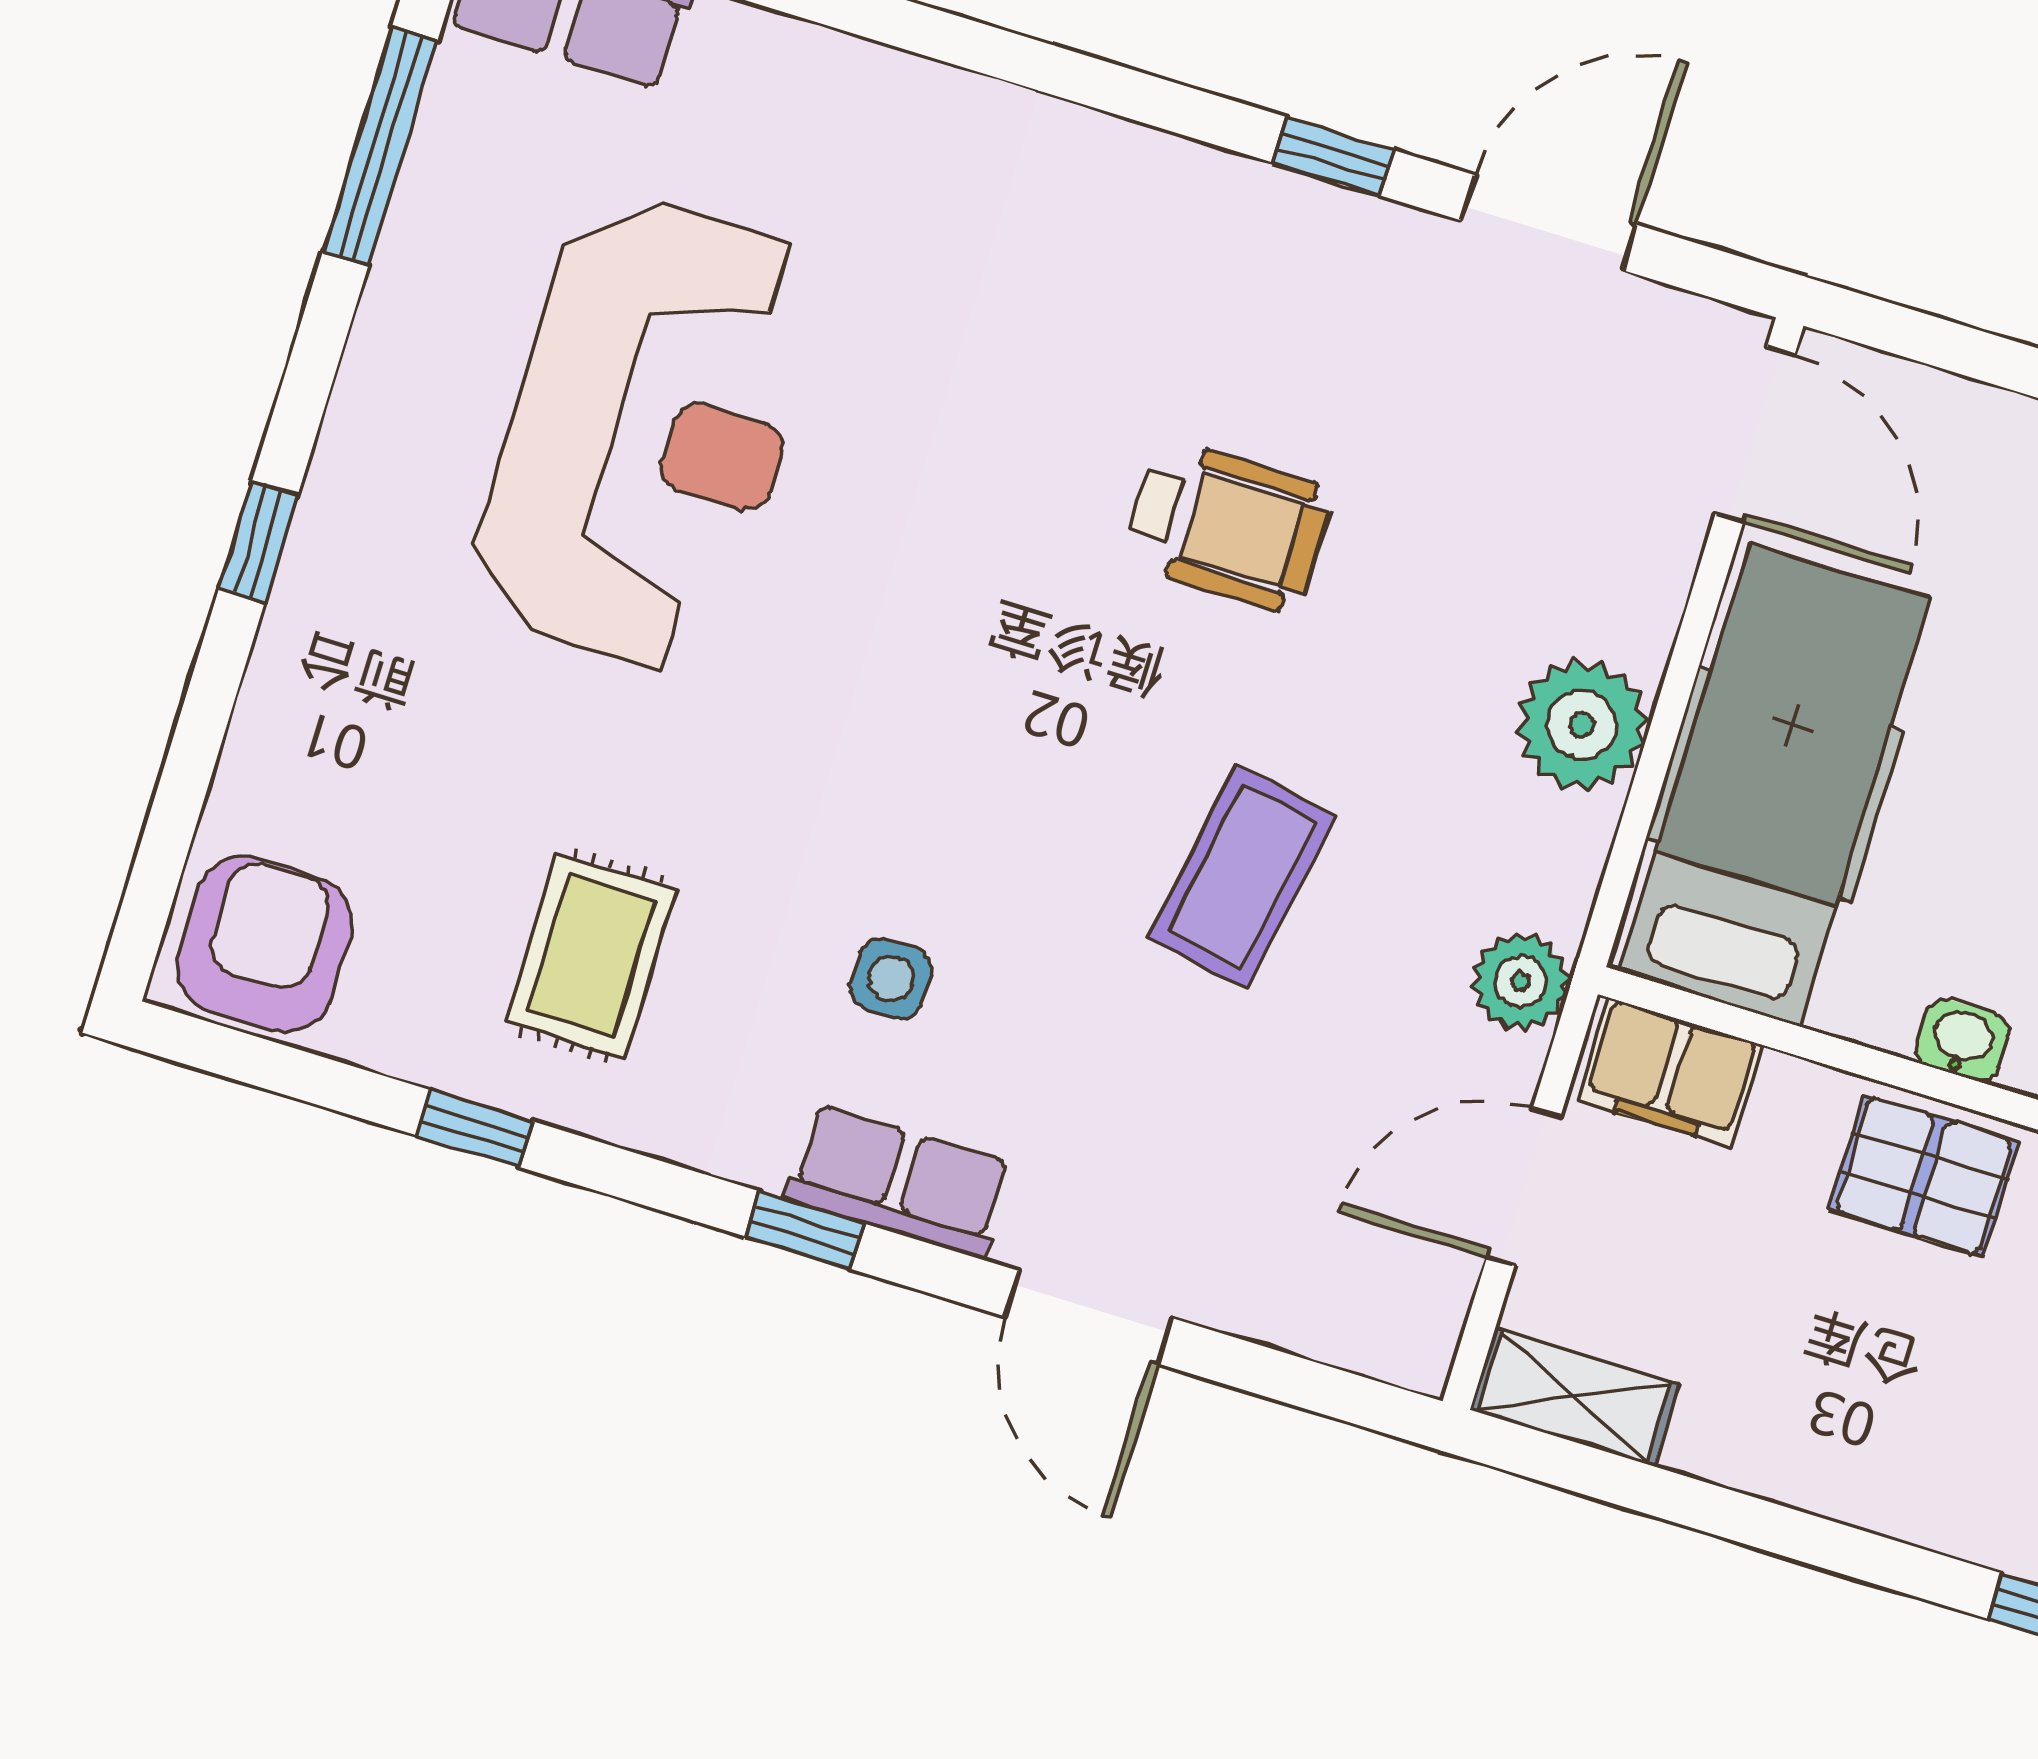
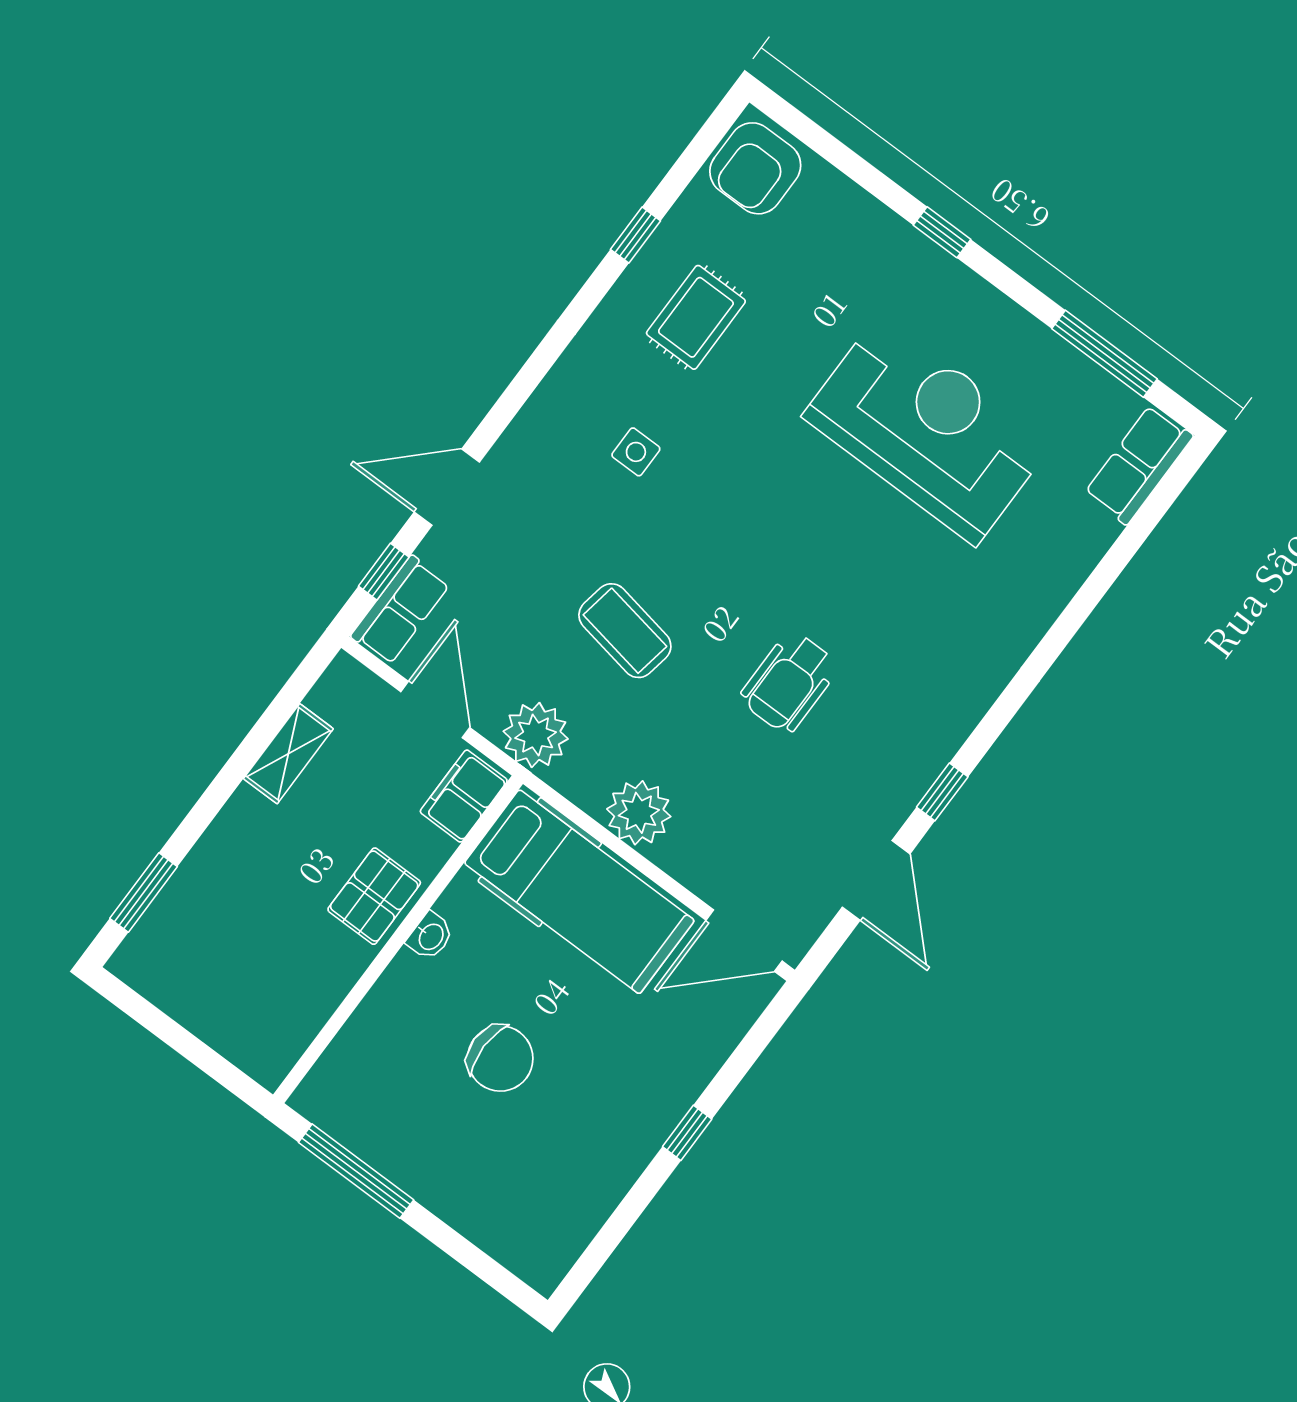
reception desk: (648, 434) -> (928, 430), turned 180
armchair: (264, 944) -> (755, 168), turned 90
rug: (591, 956) -> (696, 317), turned 90
plant: (1521, 982) -> (536, 735), width x1.36, depth x1.36
row of seats: (899, 1181) -> (400, 610), moved
window: (805, 1230) -> (384, 572), moved
shelving: (1574, 1397) -> (288, 754), moved

